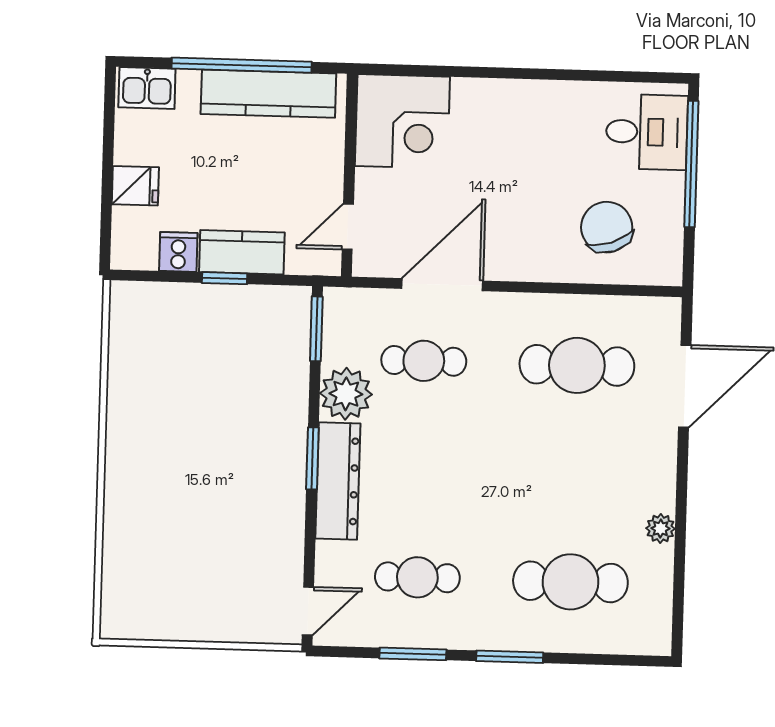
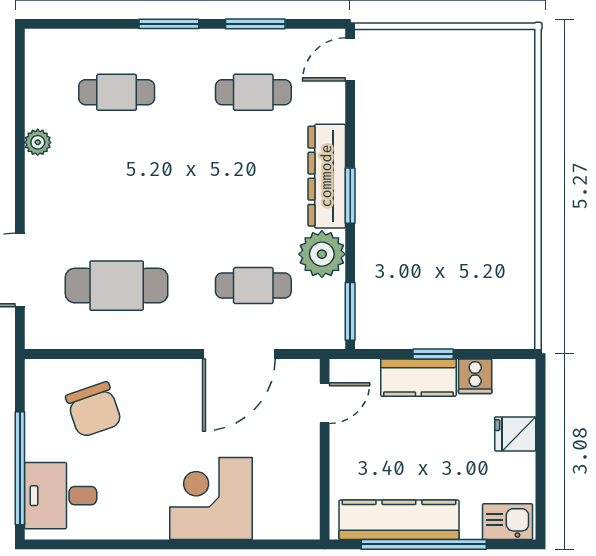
corner desk: (402, 121) -> (211, 499), moved
cafe table: (570, 582) -> (117, 92), width x0.73, depth x0.74

